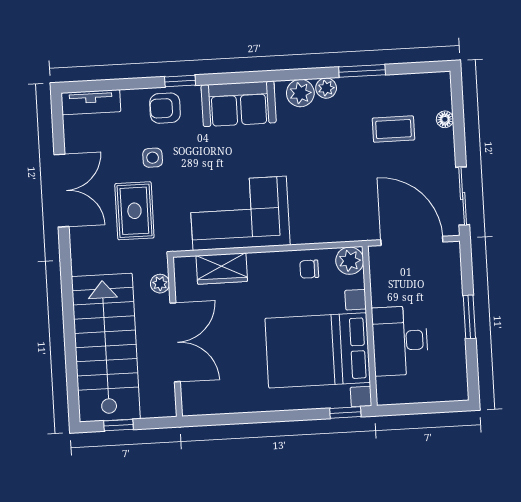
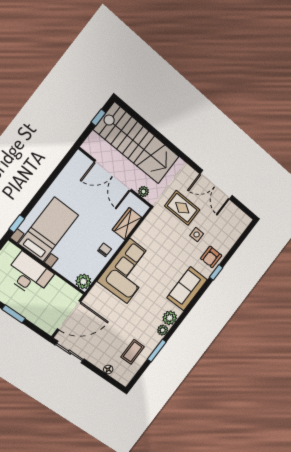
tv unit: (91, 102) -> (239, 229), removed
armchair: (165, 108) -> (211, 257), turned 180
coffee table: (393, 129) -> (133, 352), moved
corner sofa: (240, 213) -> (128, 271), moved
chair: (309, 269) -> (105, 250), moved
bed with nightstands: (318, 350) -> (49, 229), width x0.73

